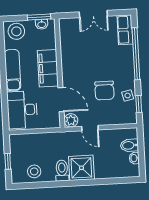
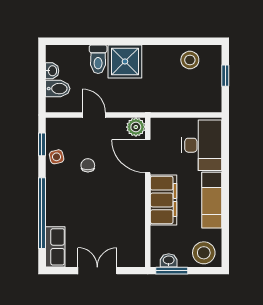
chair: (104, 91) -> (88, 165), width x0.54, depth x0.54
door: (90, 128) -> (94, 115), moved
toilet: (62, 171) -> (98, 59), moved

